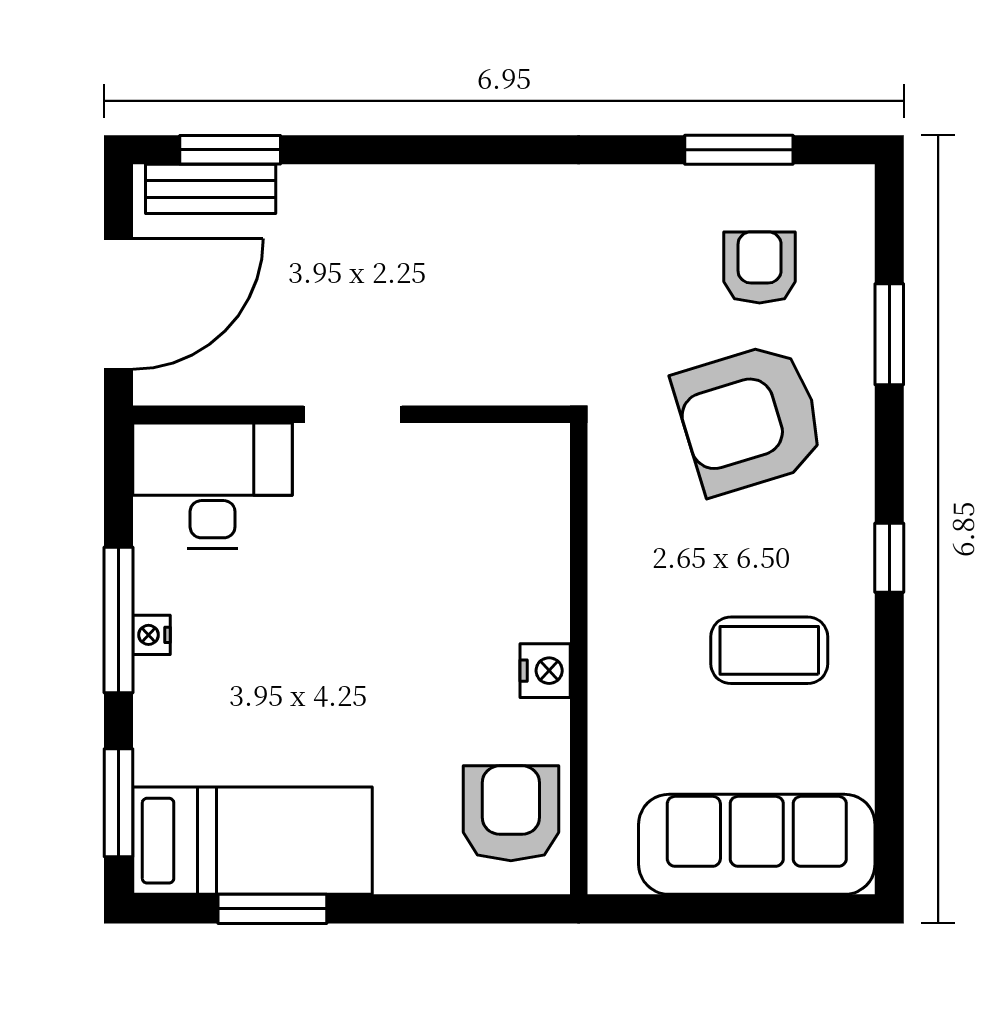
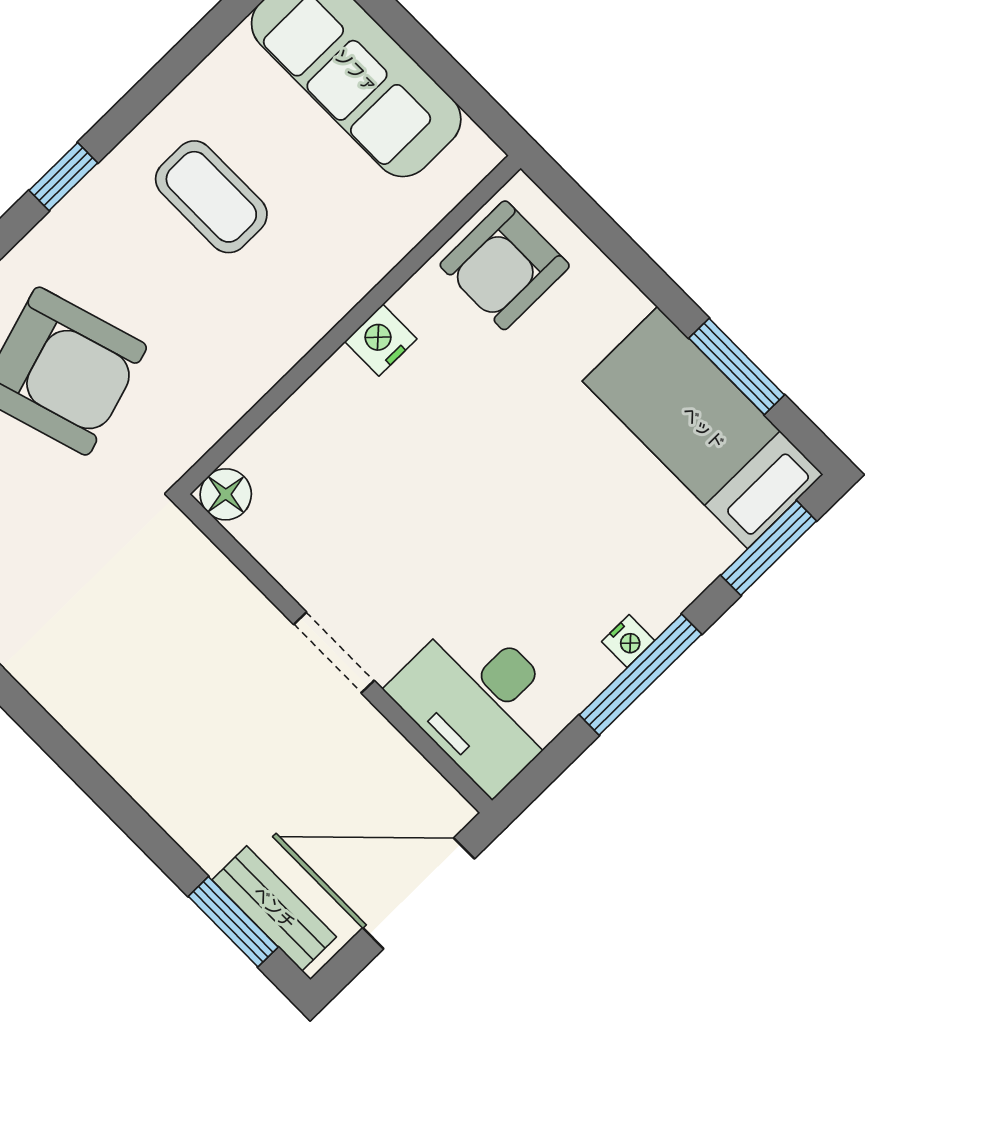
floor lamp: (544, 449) -> (226, 494), added

